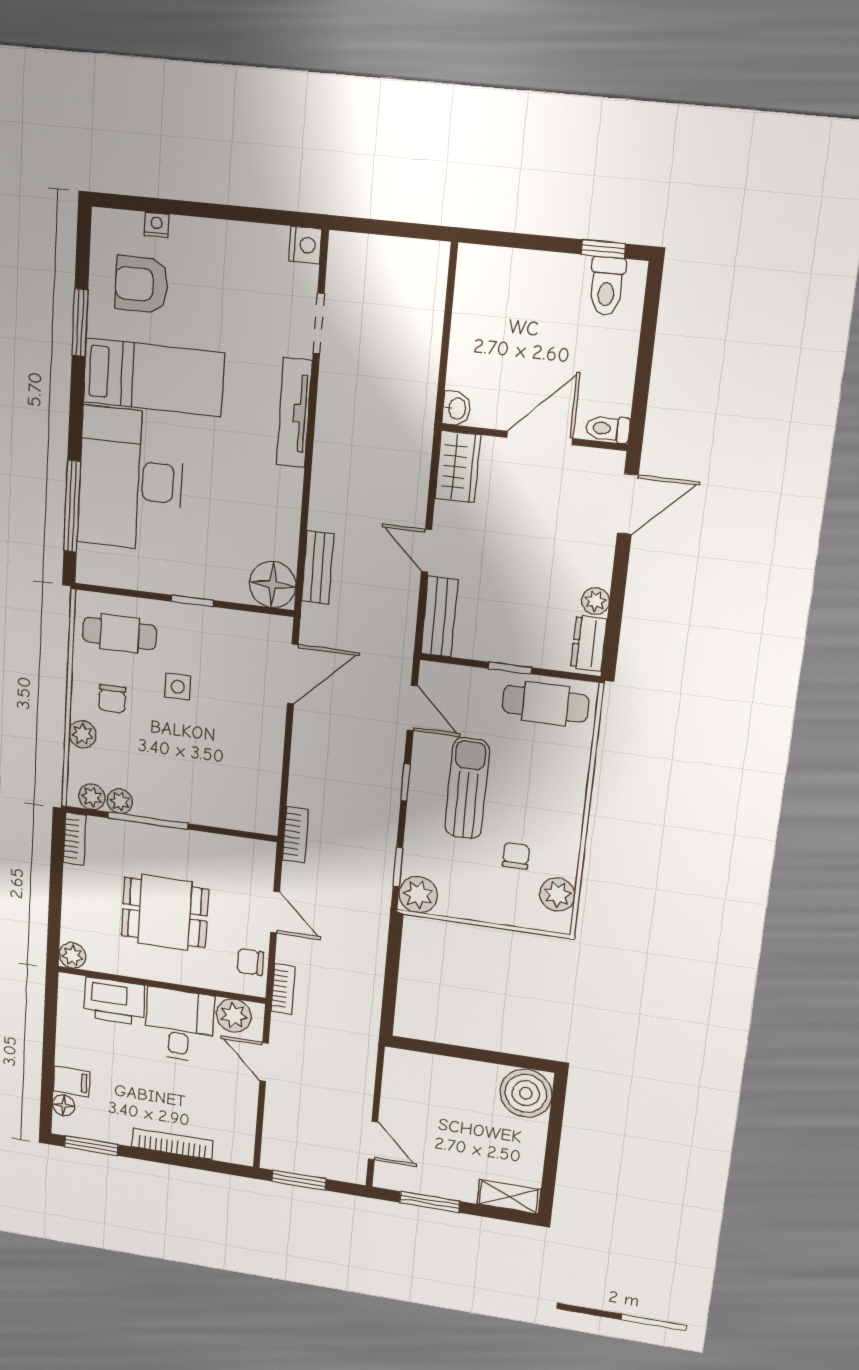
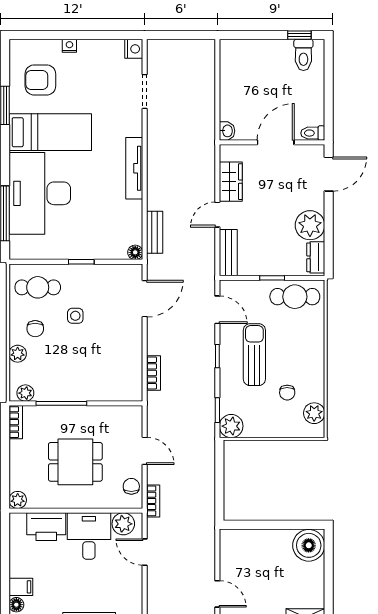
nightstand: (157, 225) -> (69, 46), moved
tv unit: (294, 413) -> (134, 168), moved
wardrobe: (458, 467) -> (231, 182), moved
door: (427, 551) -> (217, 215), hinge flipped
floor lamp: (273, 585) -> (135, 252), width x0.53, depth x0.53
plant: (595, 601) -> (310, 225), width x1.87, depth x1.87
plant: (120, 801) -> (43, 393), removed
bookcase: (295, 835) -> (154, 373), moved
chair: (516, 856) -> (287, 393), turned 180
chair: (250, 962) -> (131, 486), turned 90

